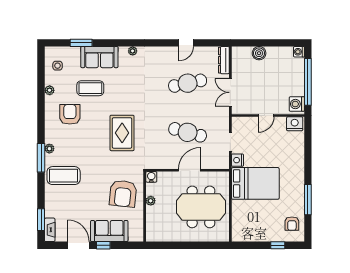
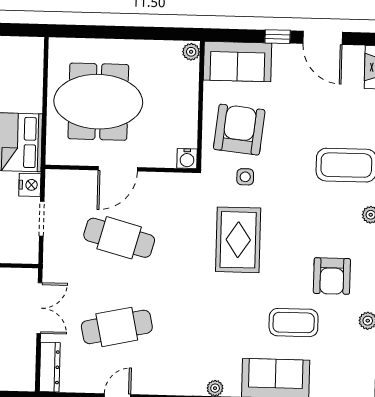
side table: (58, 66) -> (245, 177), moved
plant: (151, 201) -> (191, 52), moved
sofa: (109, 231) -> (237, 62), moved

